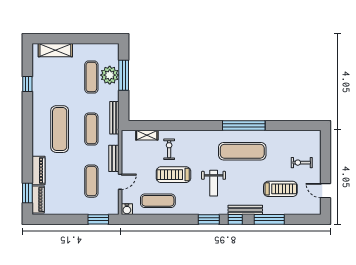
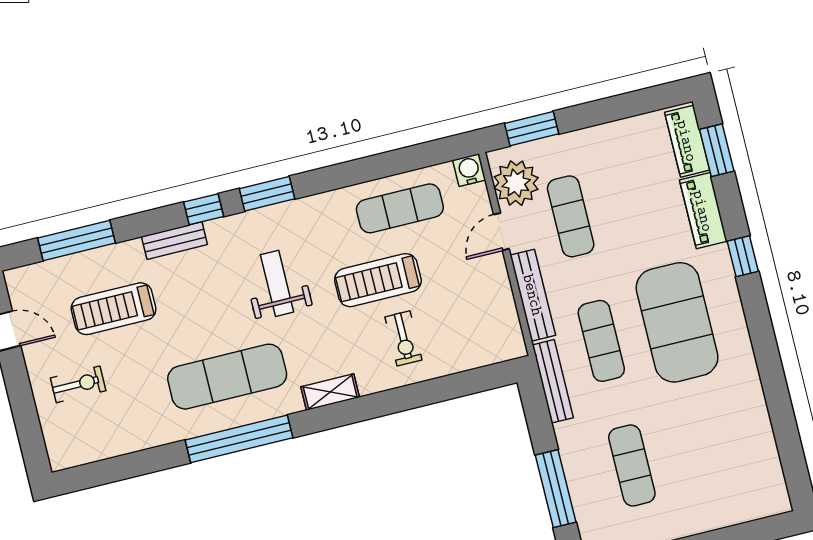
shelving: (55, 50) -> (734, 509), removed
plant: (110, 75) -> (516, 183), moved
window: (27, 84) -> (743, 256), moved
exercise mat: (60, 129) -> (677, 322), width x1.47
shelving: (147, 135) -> (330, 392), moved
bench: (114, 158) -> (533, 295), width x1.36
treadmill: (173, 175) -> (378, 280), turned 180
bench: (245, 210) -> (174, 241), width x0.73
window: (269, 219) -> (77, 240), moved

